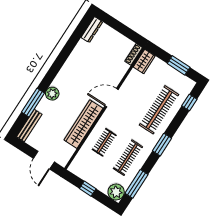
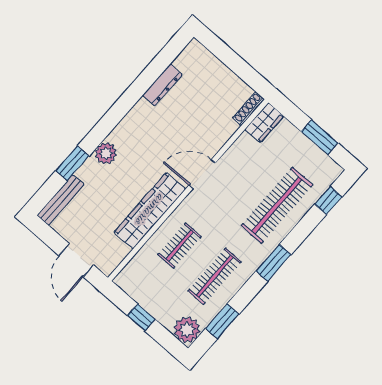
dresser: (92, 30) -> (162, 85), moved
window: (33, 103) -> (72, 163), width x0.69
window: (136, 184) -> (222, 321), width x0.69

